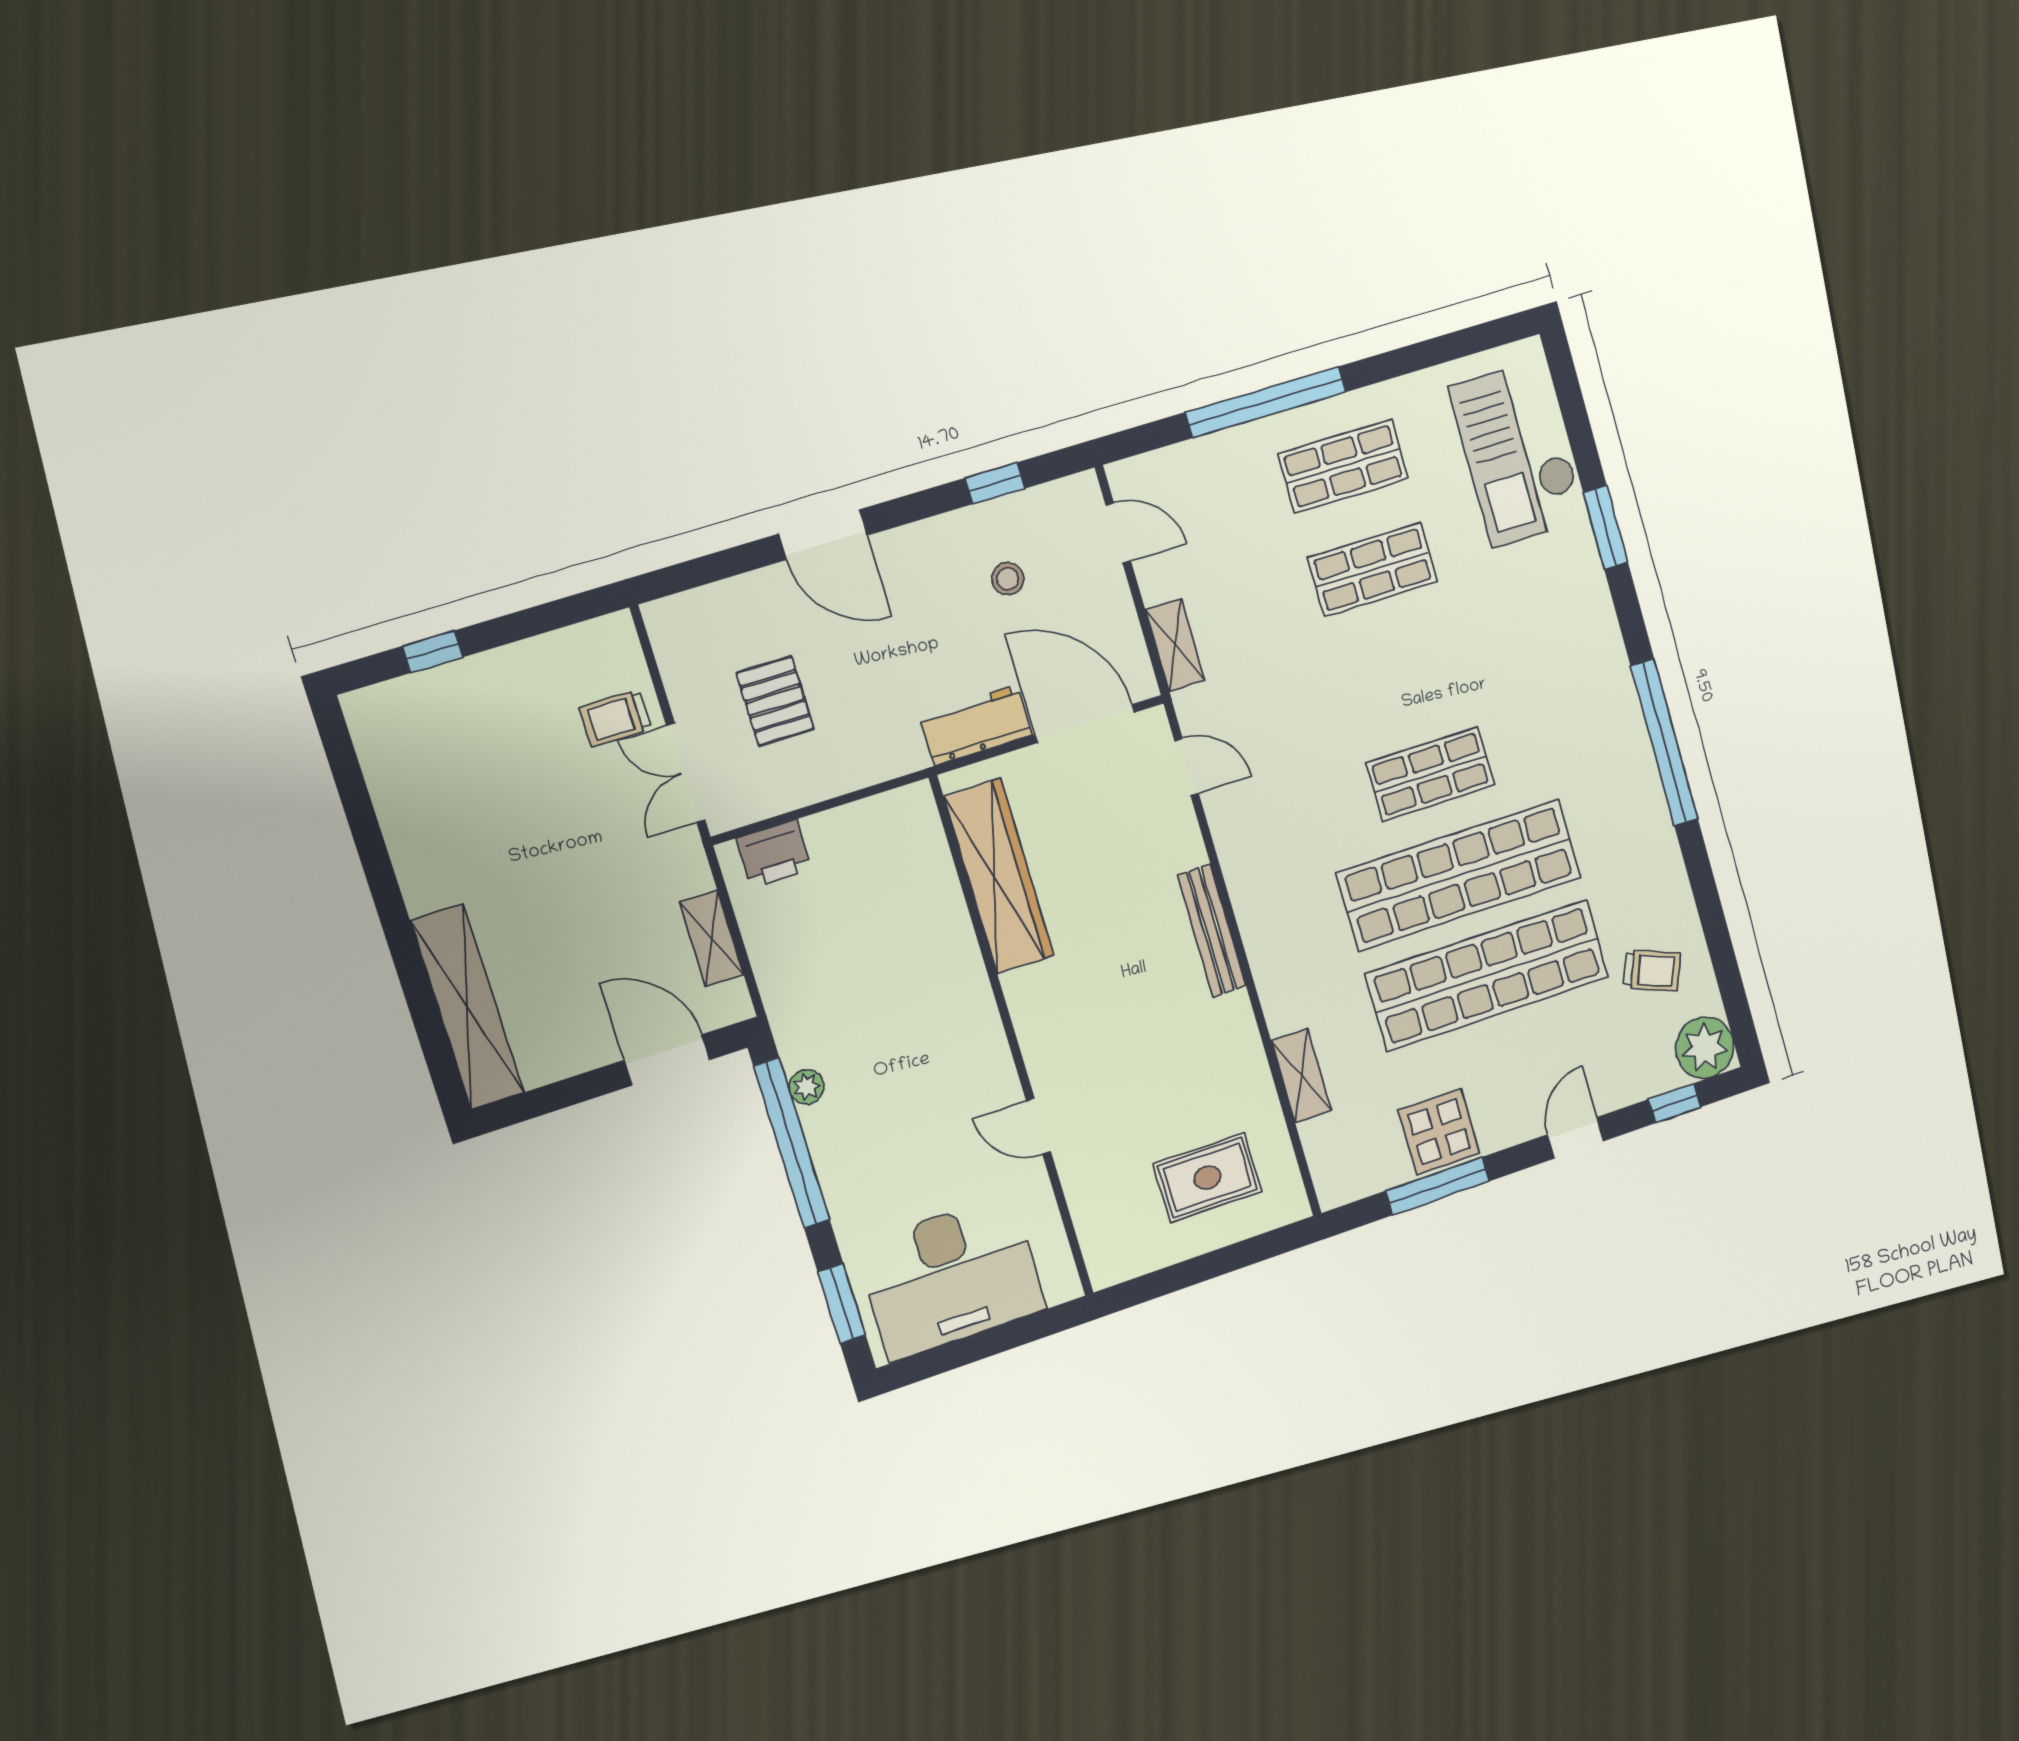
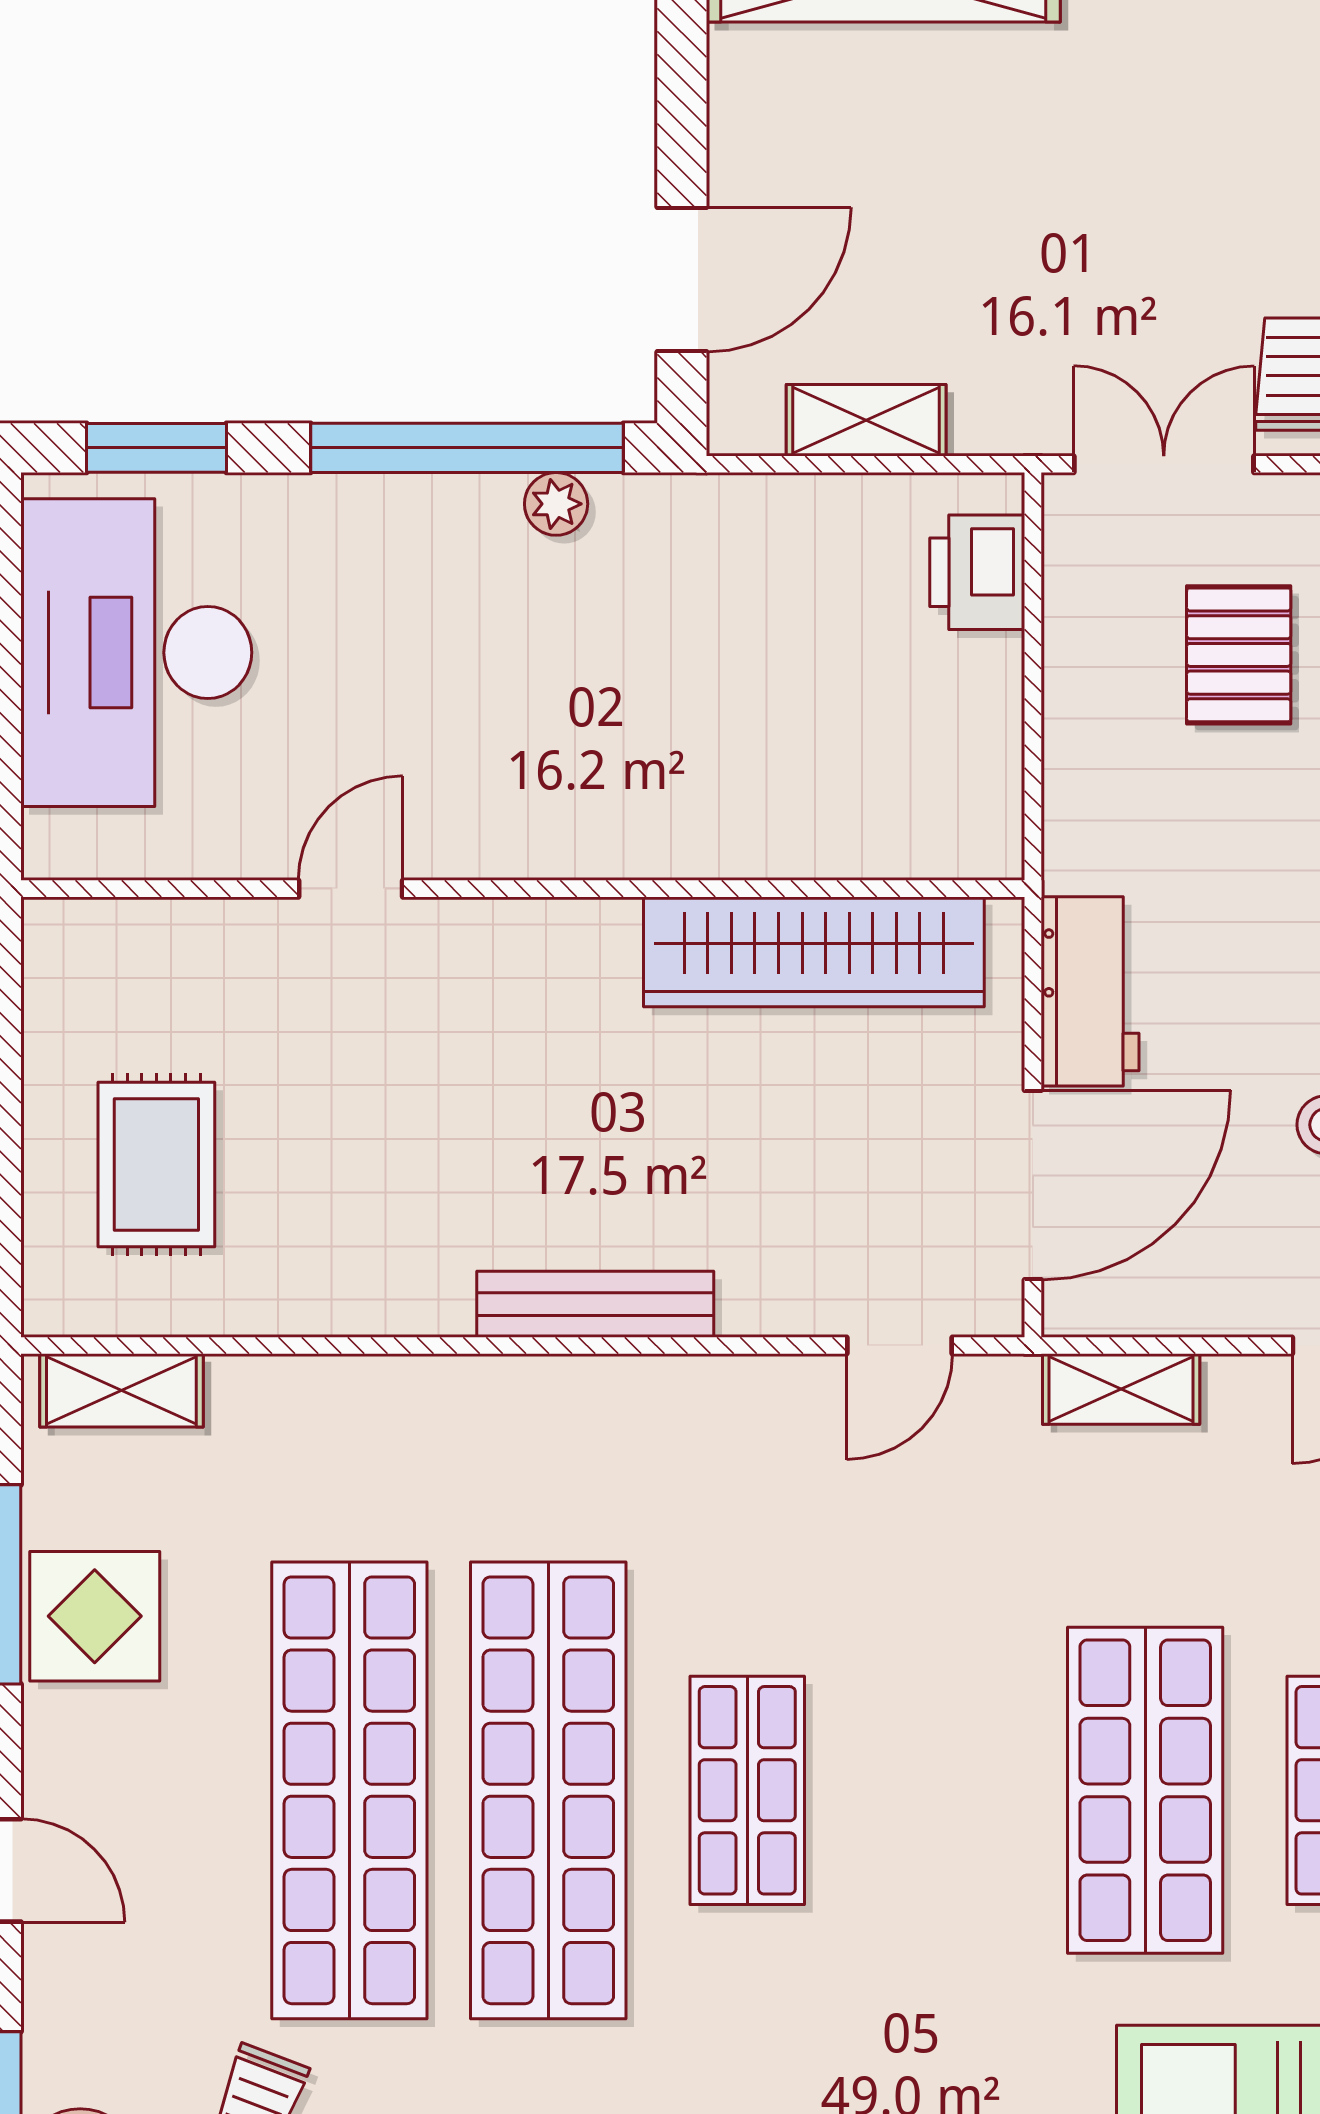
shop shelf: (1373, 570) -> (1145, 1790), width x1.43, depth x1.36
pallet: (775, 701) -> (1239, 655), turned 90
shelving: (1301, 1076) -> (121, 1390), moved

